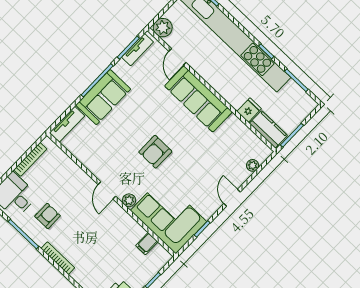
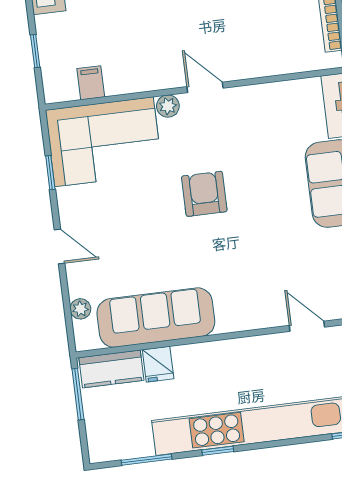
sofa: (198, 99) -> (156, 318), moved

